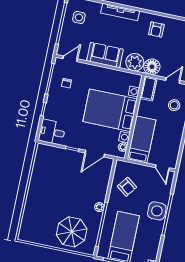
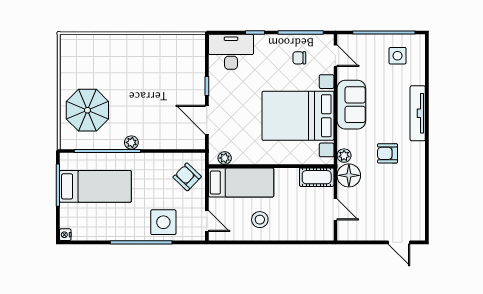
armchair: (156, 30) -> (388, 153), moved
plant: (135, 62) -> (344, 156), width x0.53, depth x0.53
stool: (174, 105) -> (260, 220), moved
bed with nightstands: (110, 110) -> (298, 116), moved, turned -90
desk: (52, 132) -> (231, 52), width x1.37
door: (162, 168) -> (207, 221), swing flipped
armchair: (127, 187) -> (187, 177), moved, turned 97
side table: (157, 211) -> (163, 222), moved

